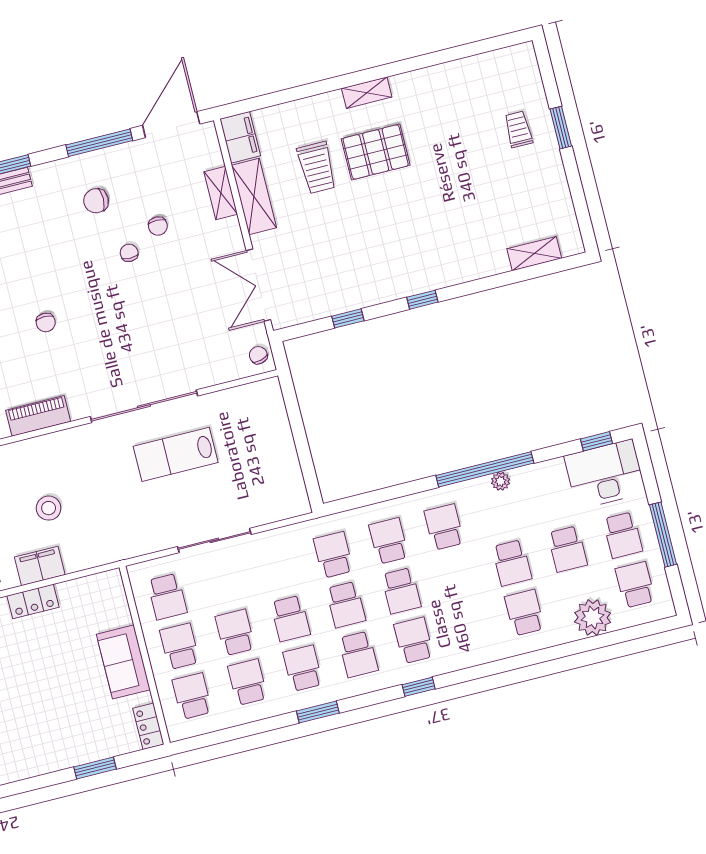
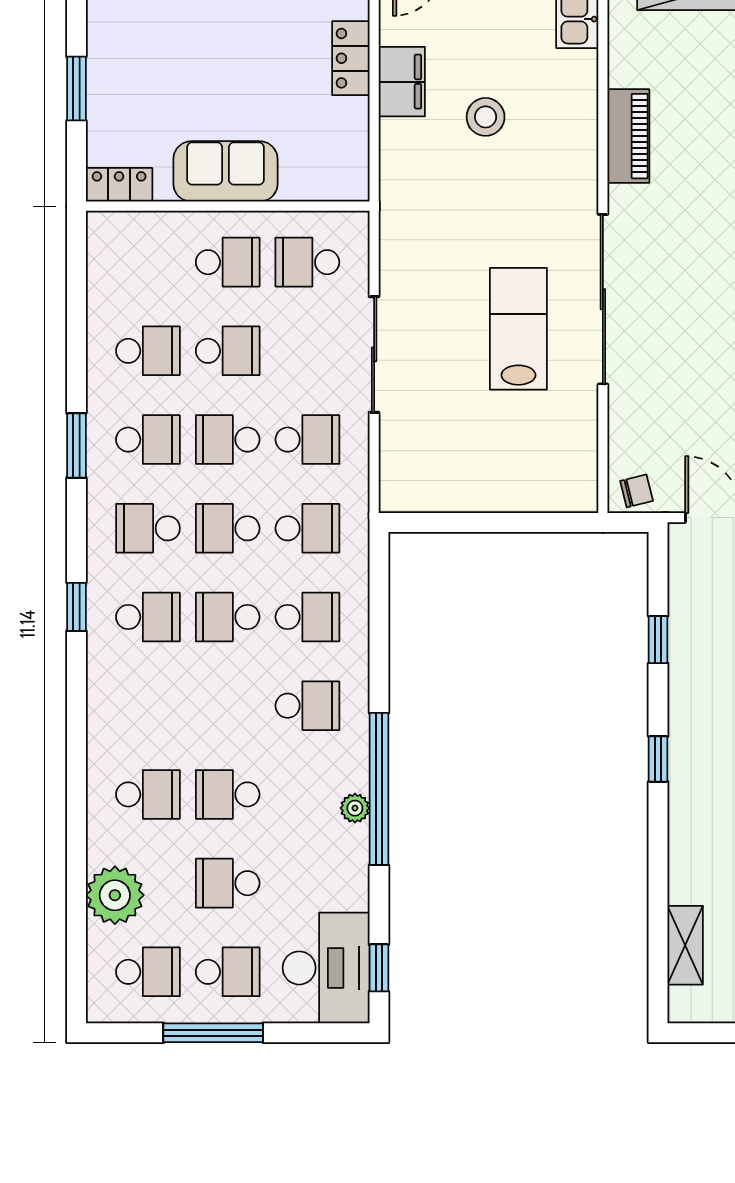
school desk: (623, 535) -> (228, 972), turned 180
school desk: (192, 696) -> (307, 440), moved

